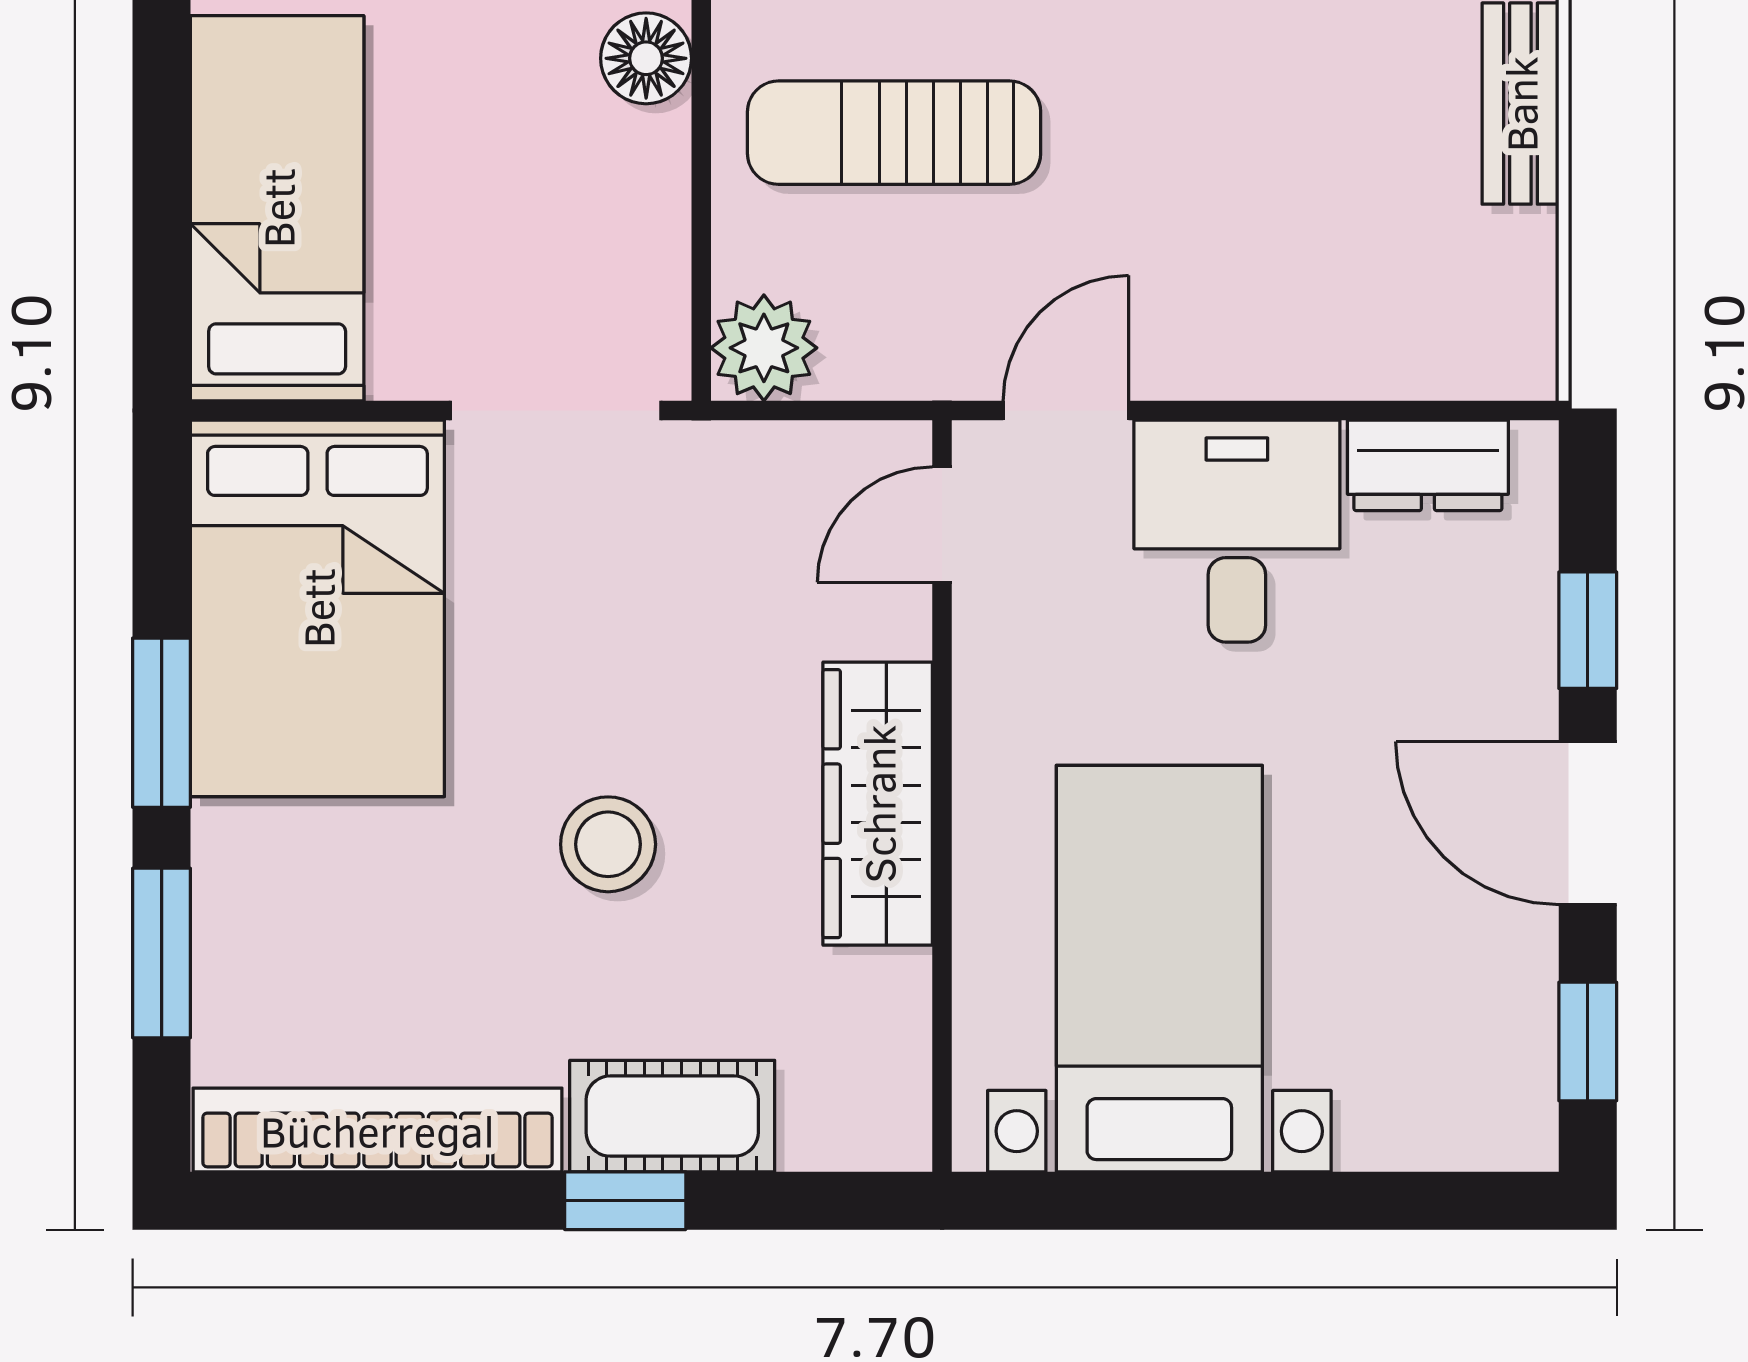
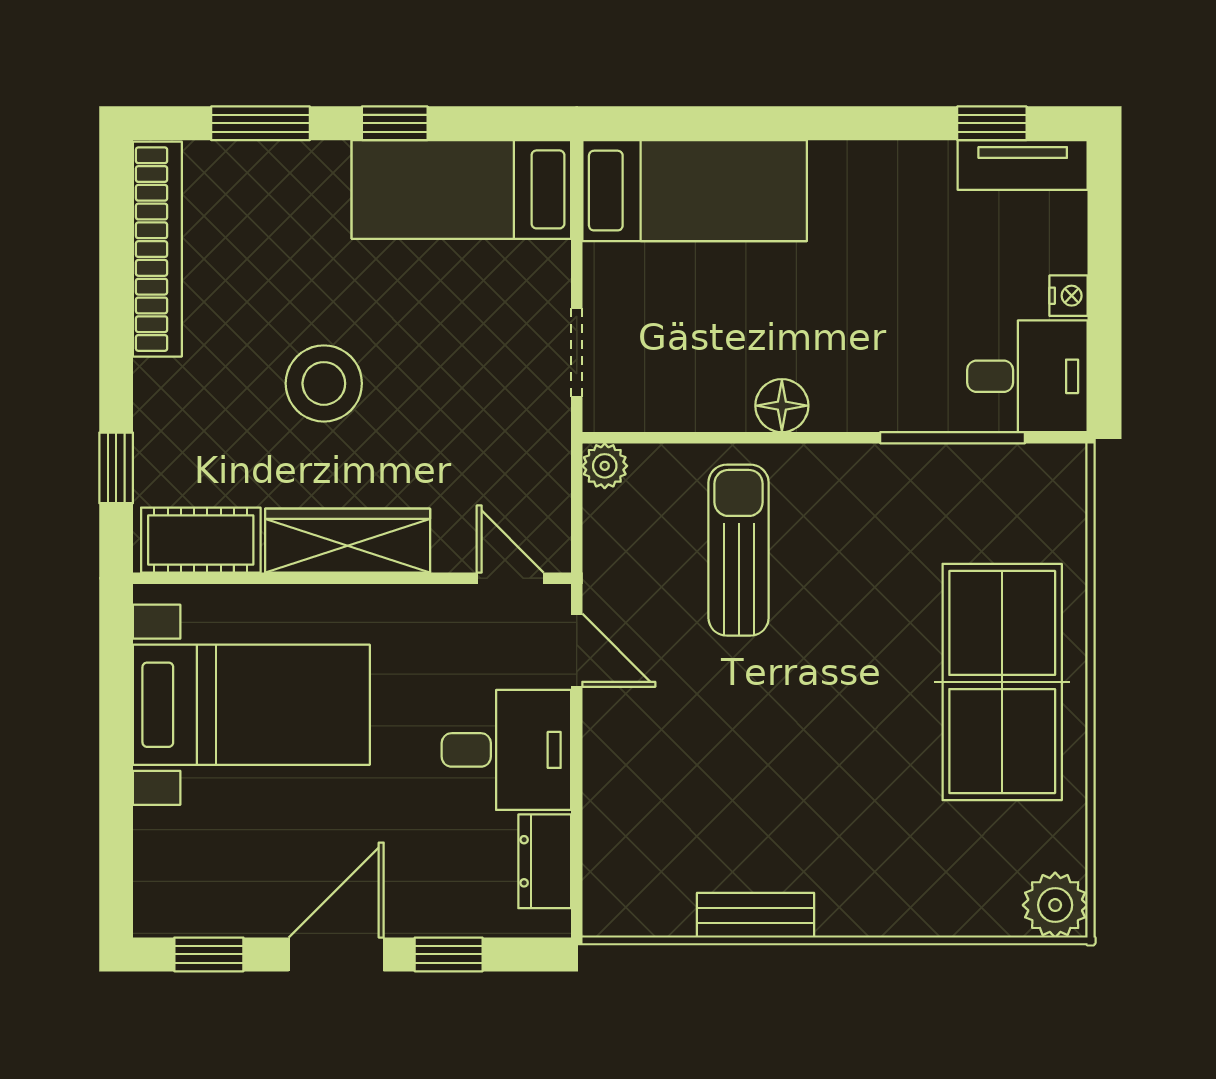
plant: (764, 348) -> (605, 466), width x0.73, depth x0.73
doorway: (556, 410) -> (577, 353), width x0.73
bed: (317, 608) -> (461, 189), width x0.67
window: (162, 723) -> (395, 123), width x0.67
stool: (608, 844) -> (324, 383), width x1.38, depth x1.38
cot: (672, 1116) -> (201, 540), moved, turned 90
window: (625, 1201) -> (116, 468), moved

